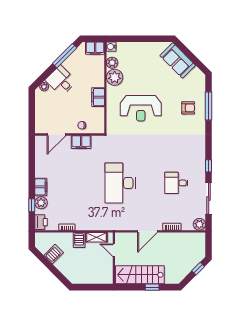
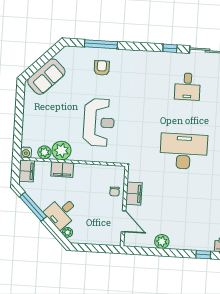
filing cabinet: (98, 97) -> (62, 170), moved
desk: (120, 183) -> (184, 151), turned 180
filing cabinet: (41, 187) -> (183, 243), removed
plant: (41, 203) -> (162, 241), moved

